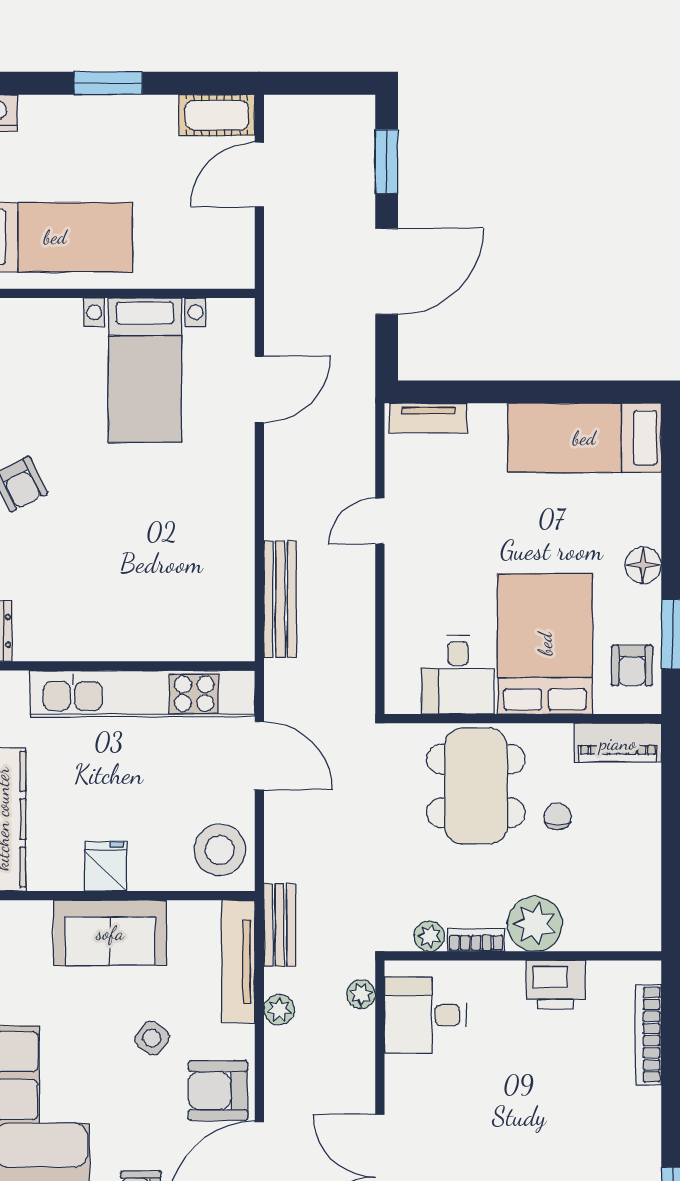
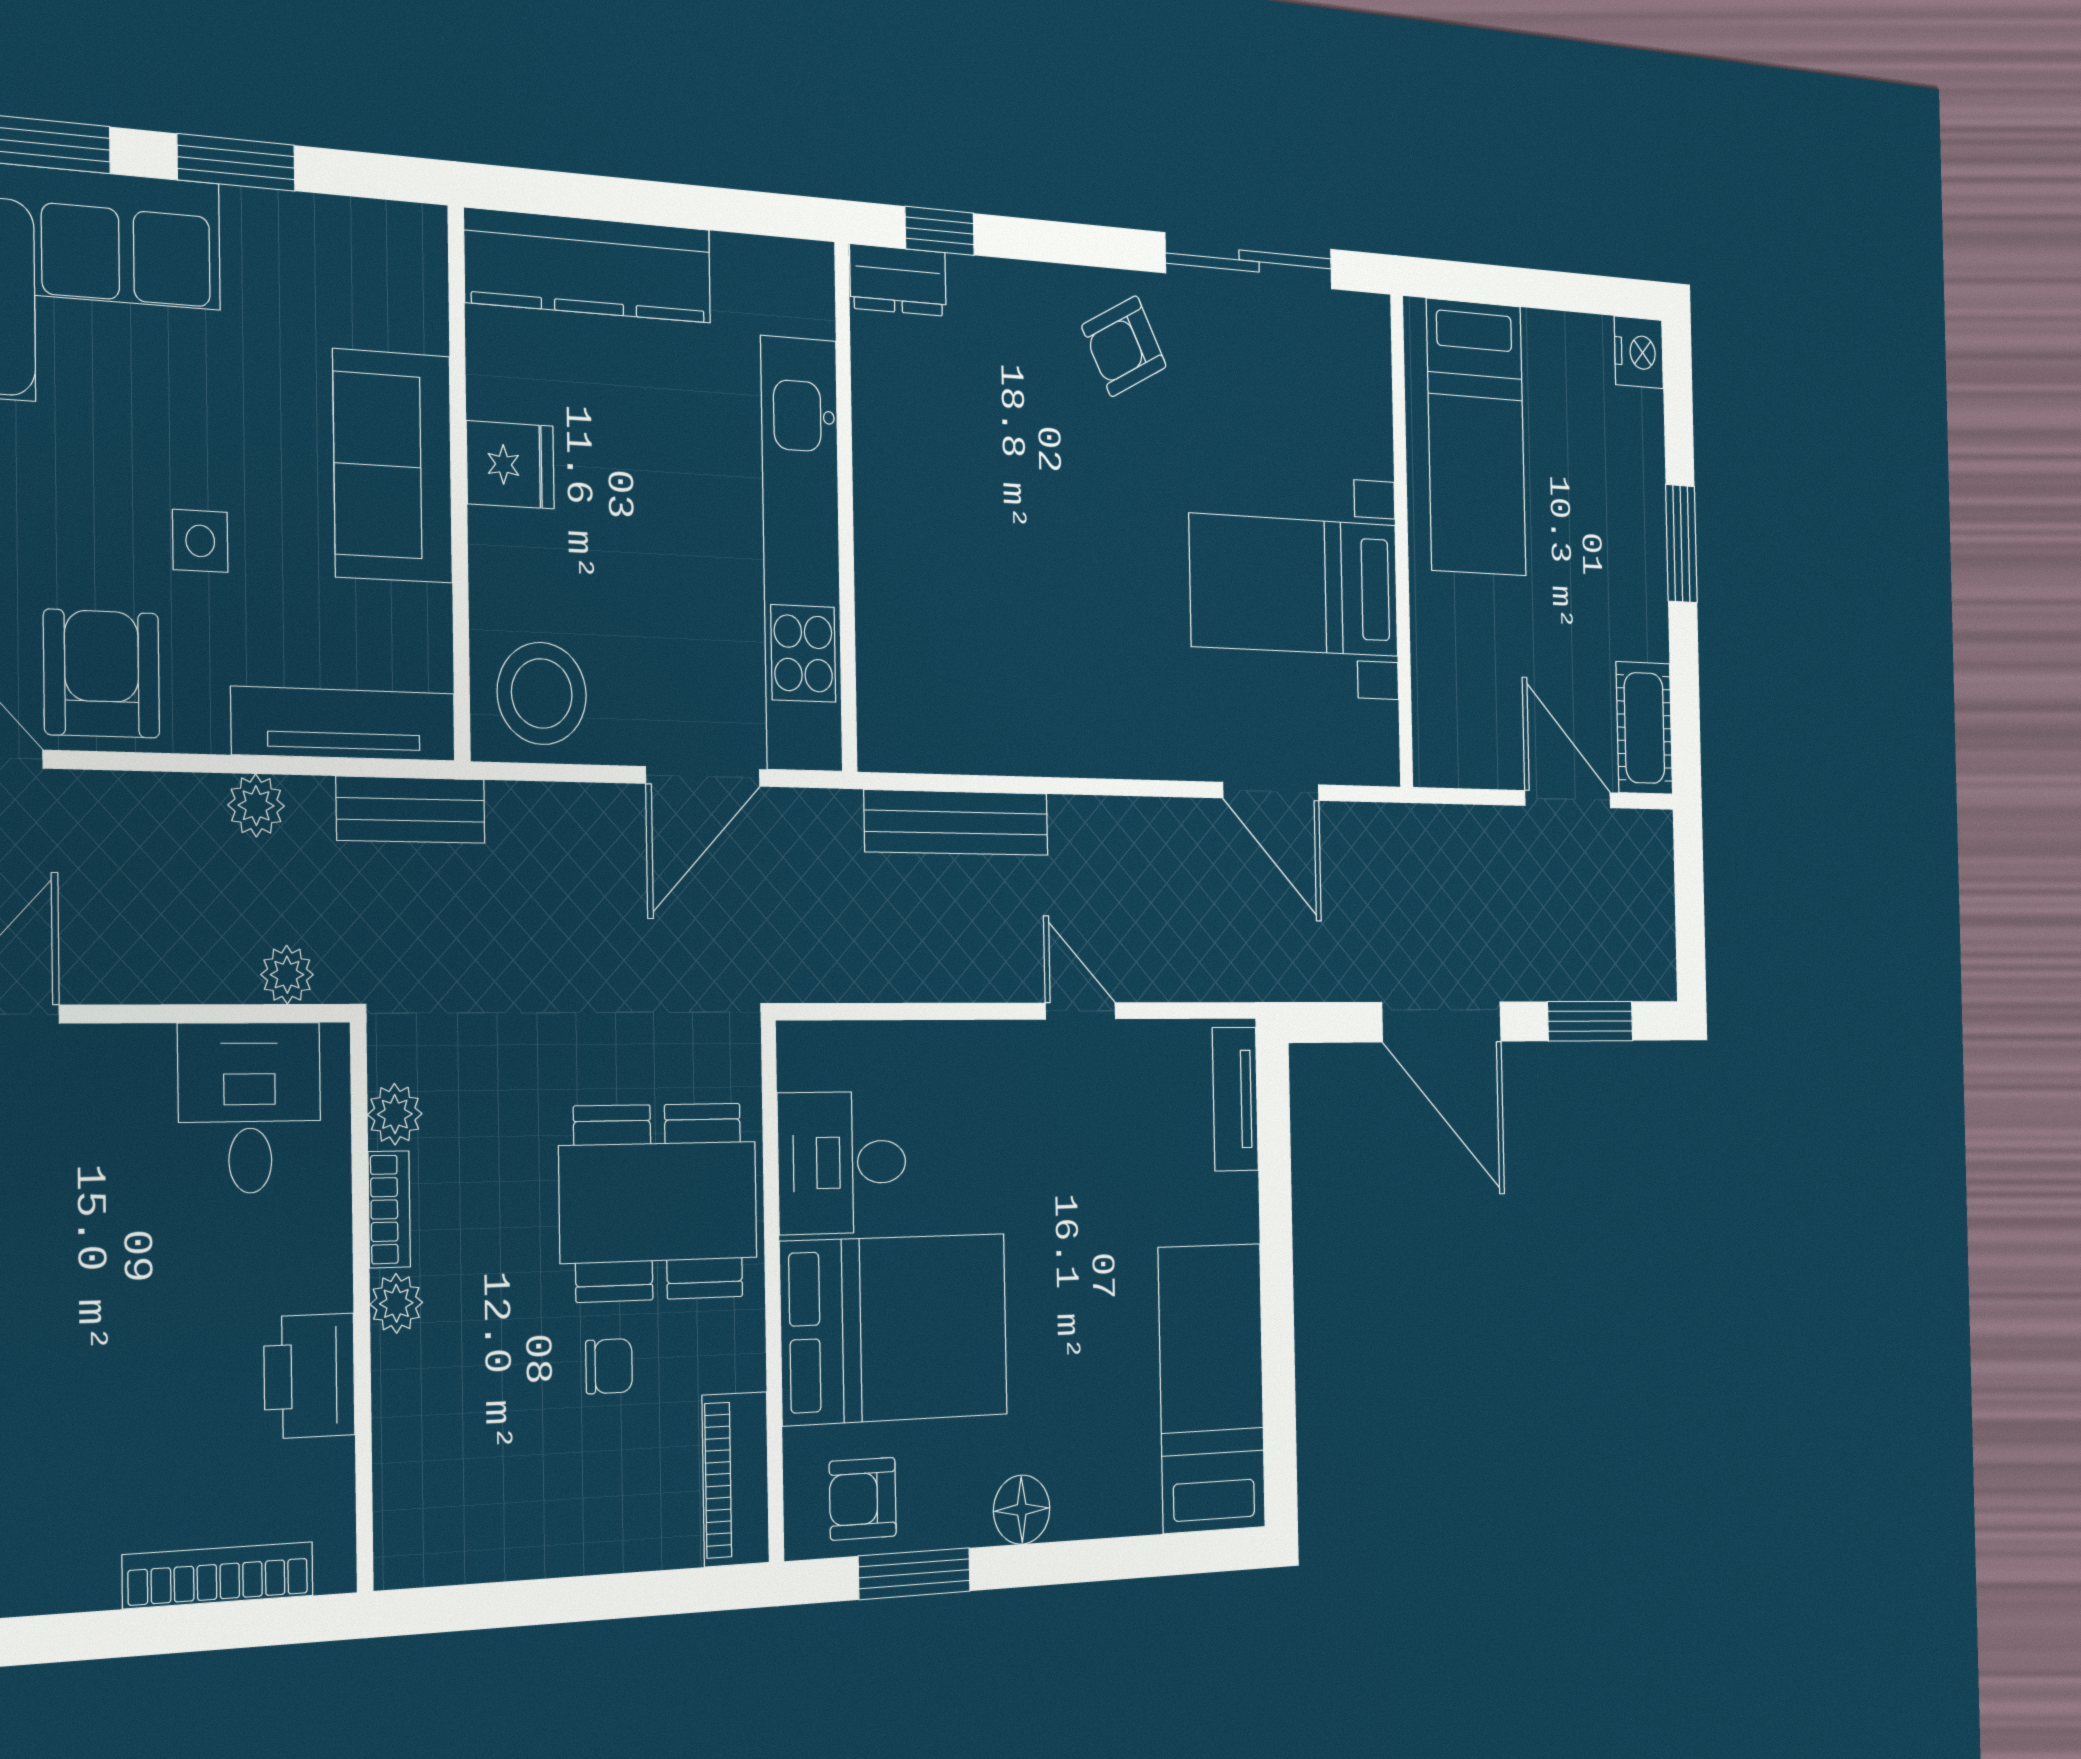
plant: (535, 924) -> (396, 1303), width x0.53, depth x0.53
side table: (152, 1038) -> (200, 541), turned -37

